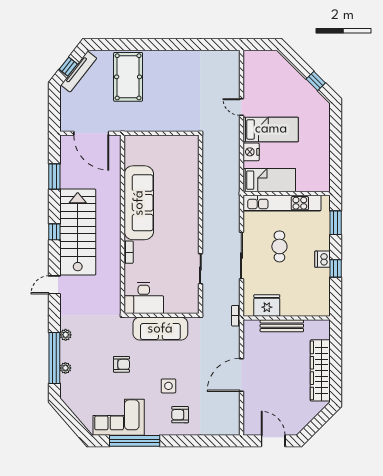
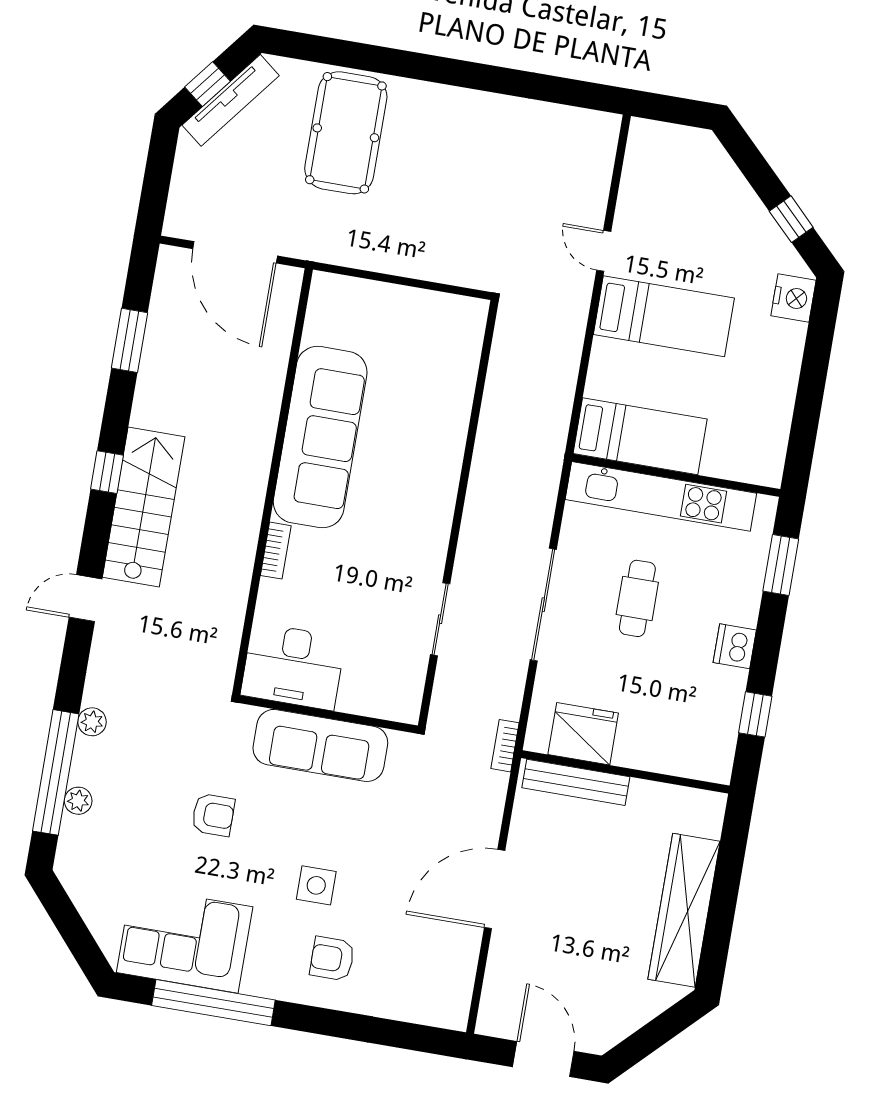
nightstand: (251, 152) -> (793, 298), moved, turned 180
stairs: (78, 232) -> (144, 507), width x0.73, depth x0.66
window: (336, 268) -> (755, 714), moved
bench: (282, 326) -> (576, 782), moved

